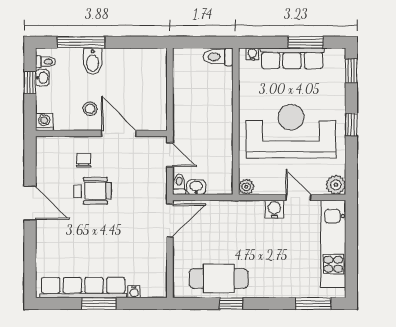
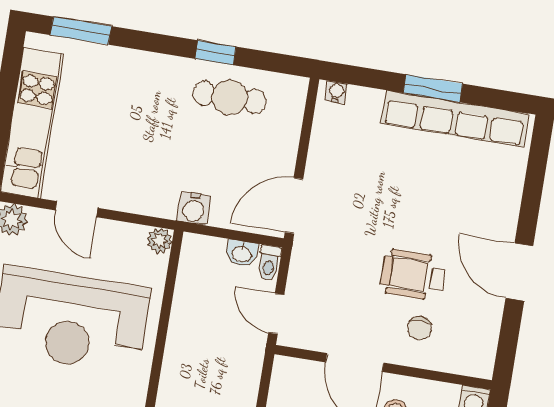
water cooler: (274, 209) -> (194, 208), moved
cafe table: (219, 278) -> (229, 97), width x0.73, depth x0.74
water cooler: (134, 292) -> (336, 92), moved

